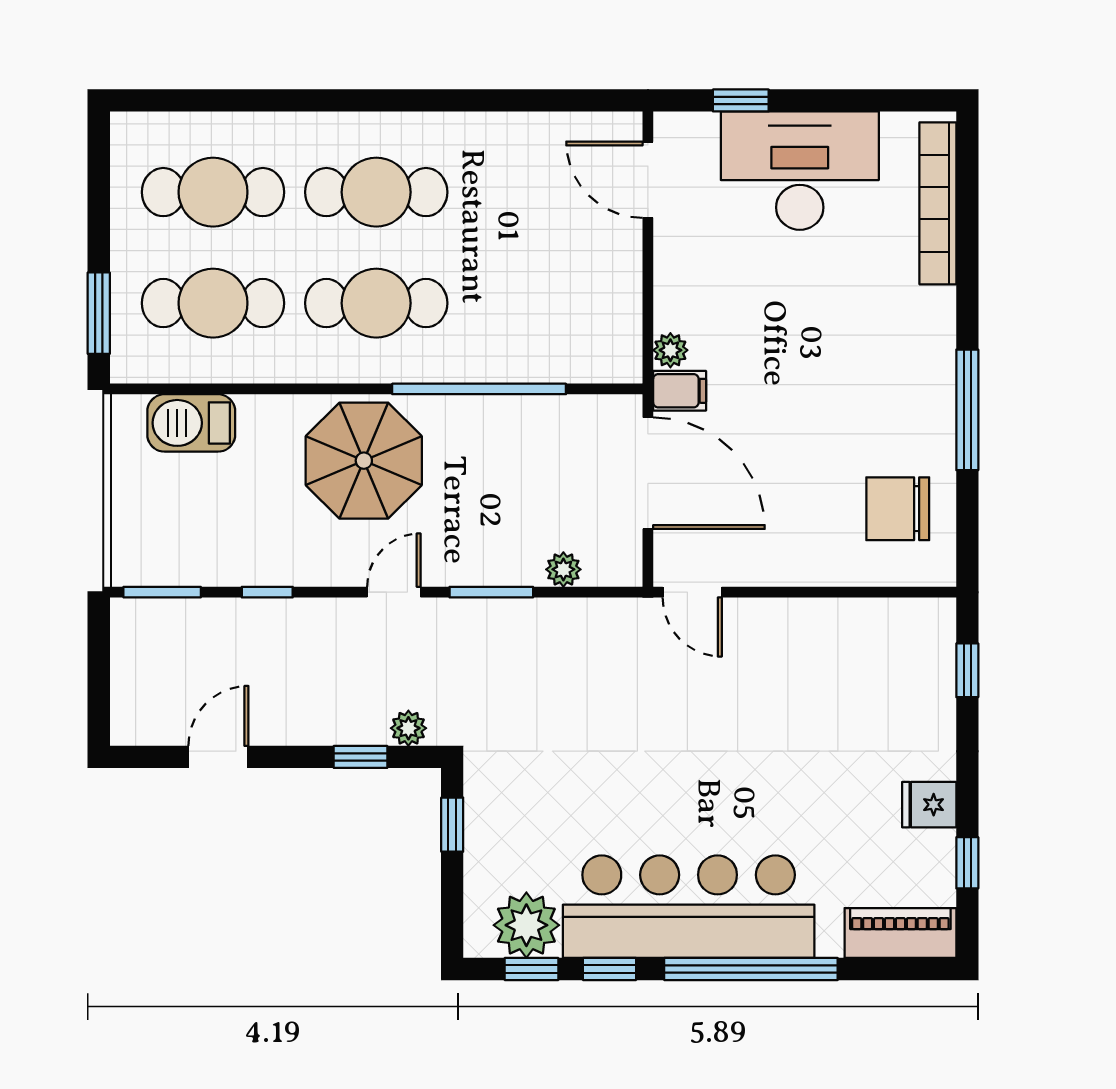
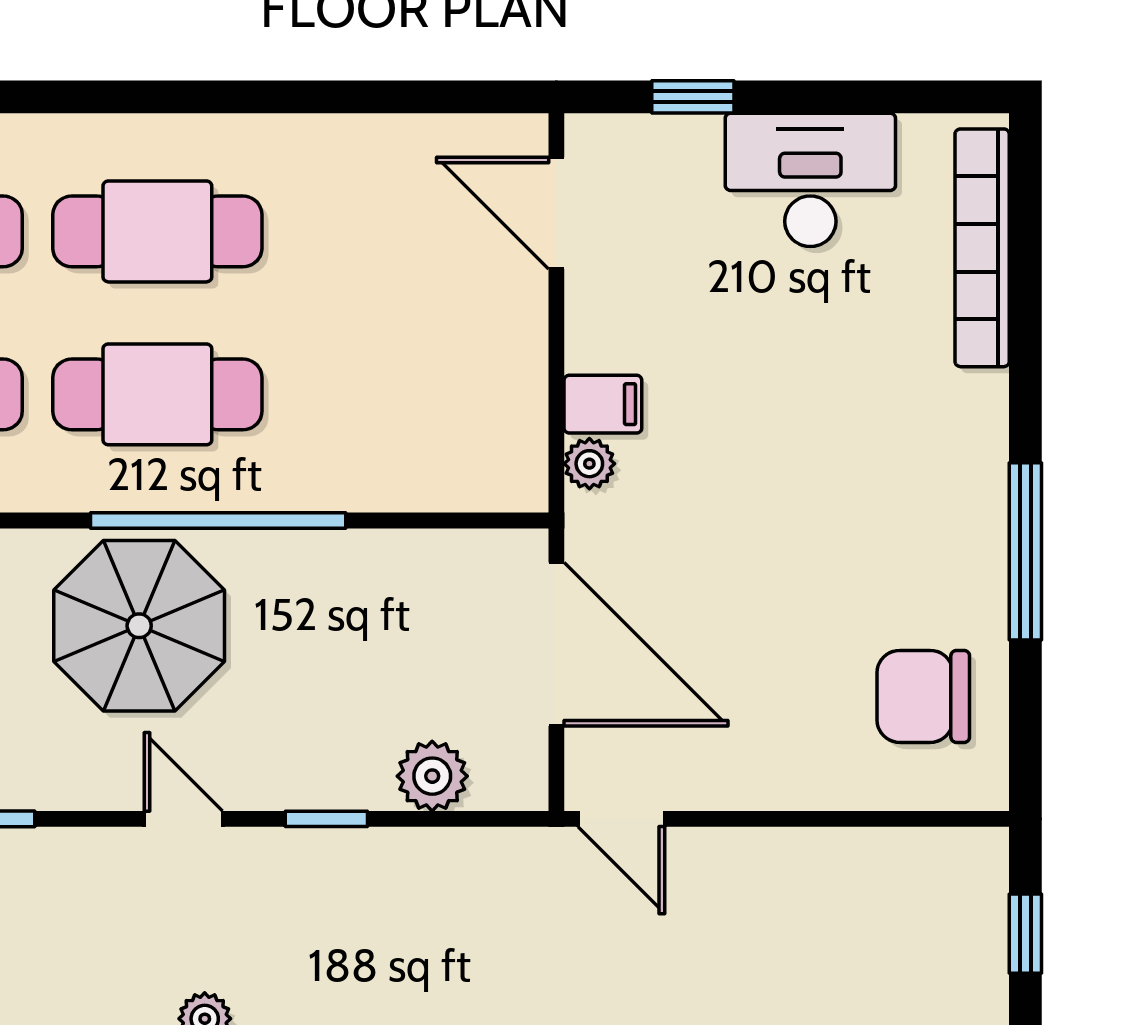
desk: (800, 171) -> (810, 180), width x0.73, depth x0.77
window: (479, 389) -> (218, 520), moved
filing cabinet: (680, 391) -> (603, 404), moved
plant: (563, 569) -> (432, 776), width x1.38, depth x1.38
door: (394, 592) -> (183, 819), hinge flipped
window: (491, 592) -> (326, 819), width x0.67

